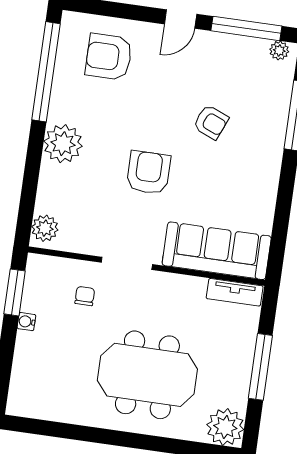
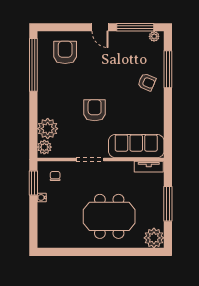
door: (181, 19) -> (100, 27), hinge flipped
armchair: (109, 57) -> (65, 52), turned 90
armchair: (211, 122) -> (147, 82), moved
plant: (63, 144) -> (48, 129), moved
chair: (85, 296) -> (55, 176), moved

